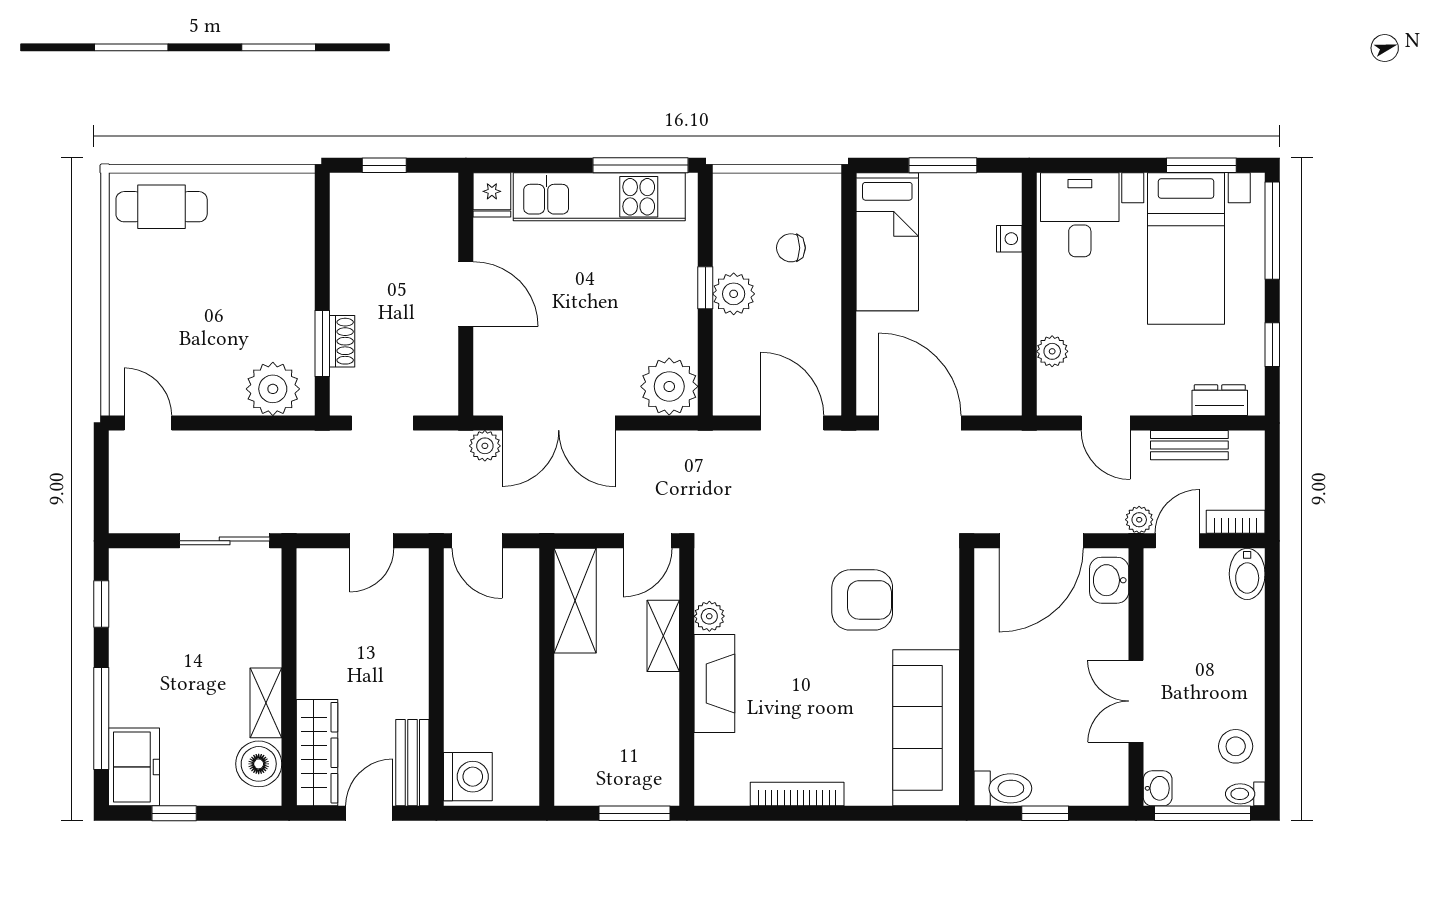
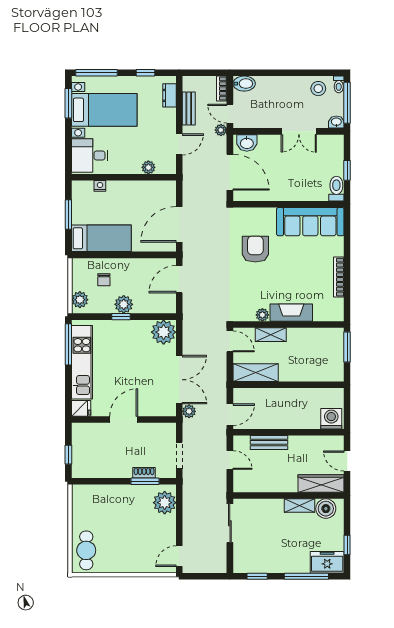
plant: (745, 192) -> (80, 300), added
bench: (412, 763) -> (269, 442), moved

